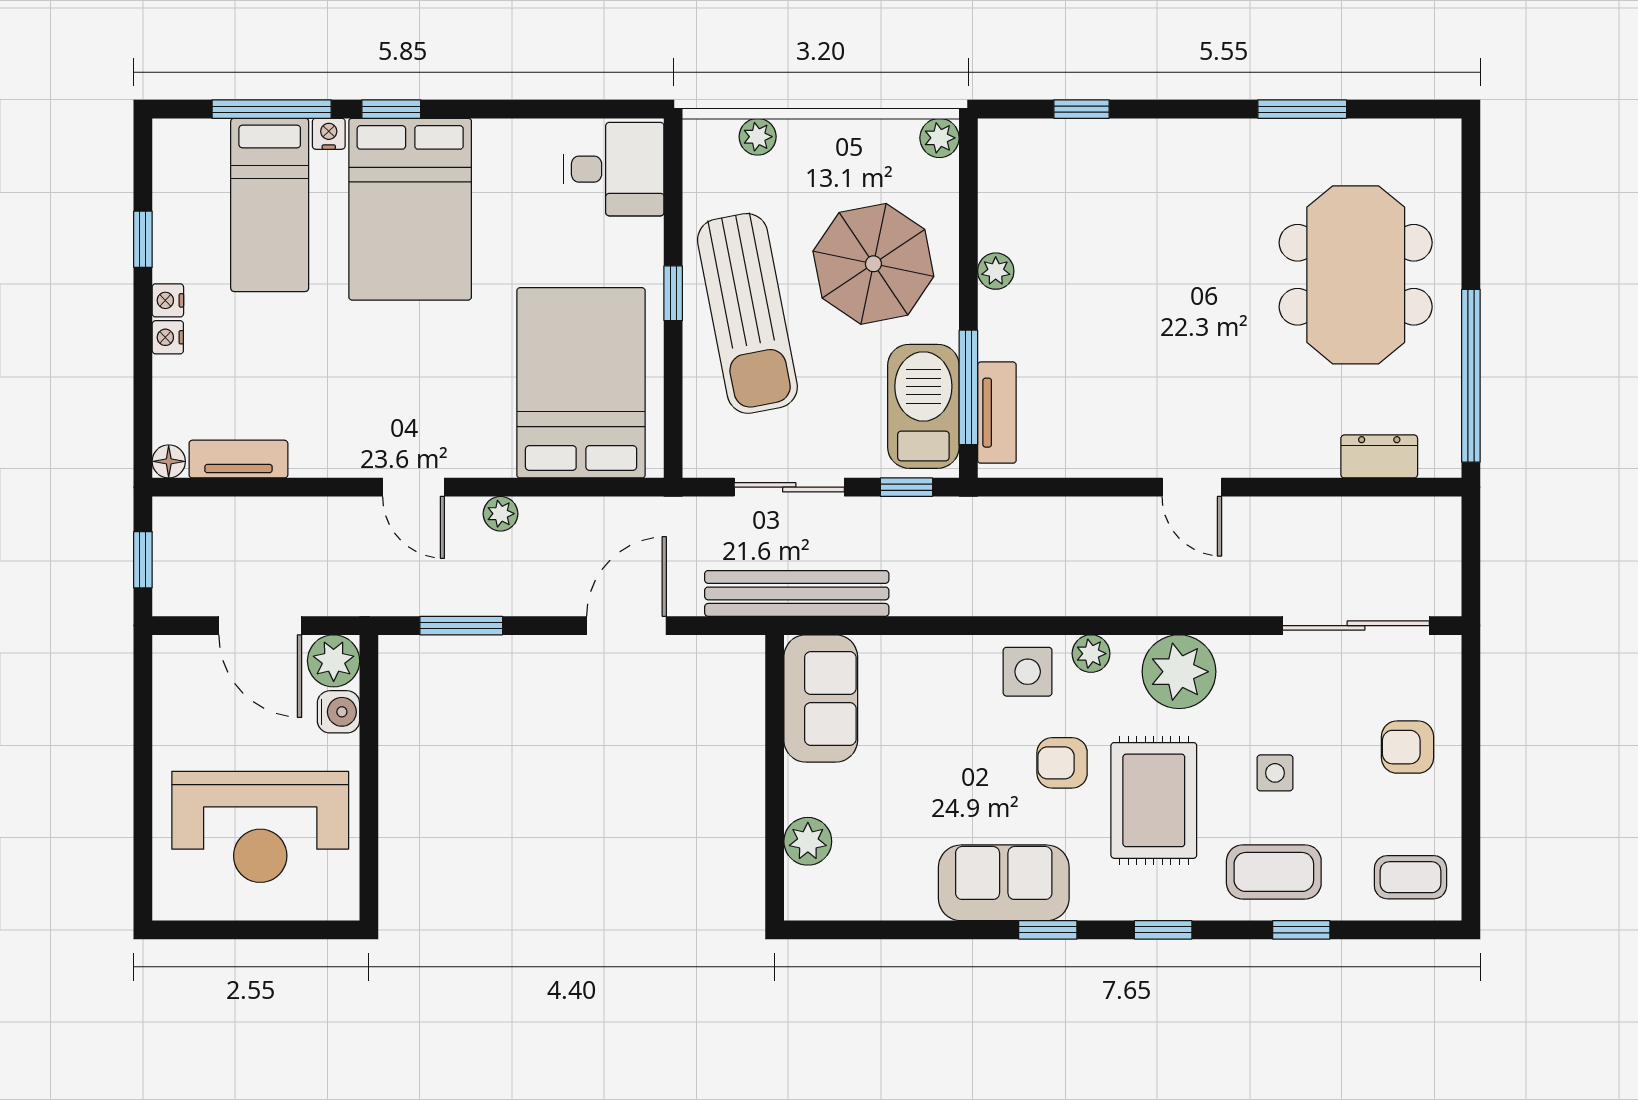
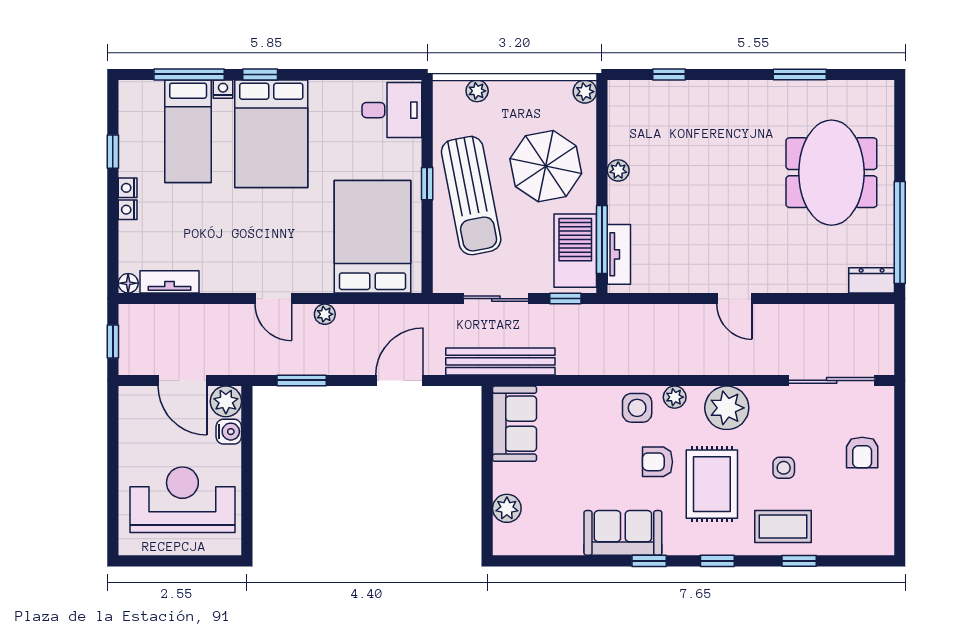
dresser: (1379, 456) -> (872, 280), moved
armchair: (1408, 747) -> (862, 452), turned -90
reception desk: (260, 827) -> (182, 500), turned 180
coffee table: (1410, 877) -> (864, 530), removed

